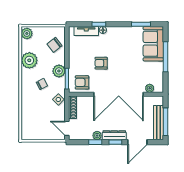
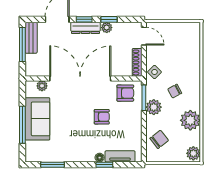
sofa: (153, 44) -> (37, 119), moved
bench: (158, 123) -> (31, 38), width x0.73

